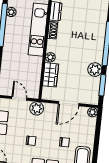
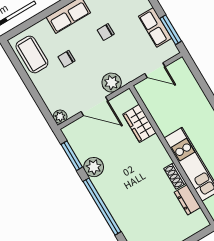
plant: (50, 57) -> (155, 143), removed
door: (69, 104) -> (94, 106), swing flipped
plant: (37, 108) -> (112, 83), moved

